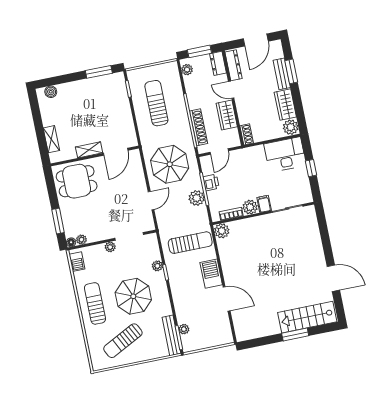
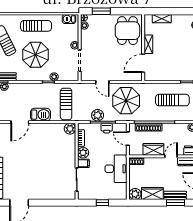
door: (116, 152) -> (143, 63), hinge flipped
desk: (285, 155) -> (116, 169), moved

